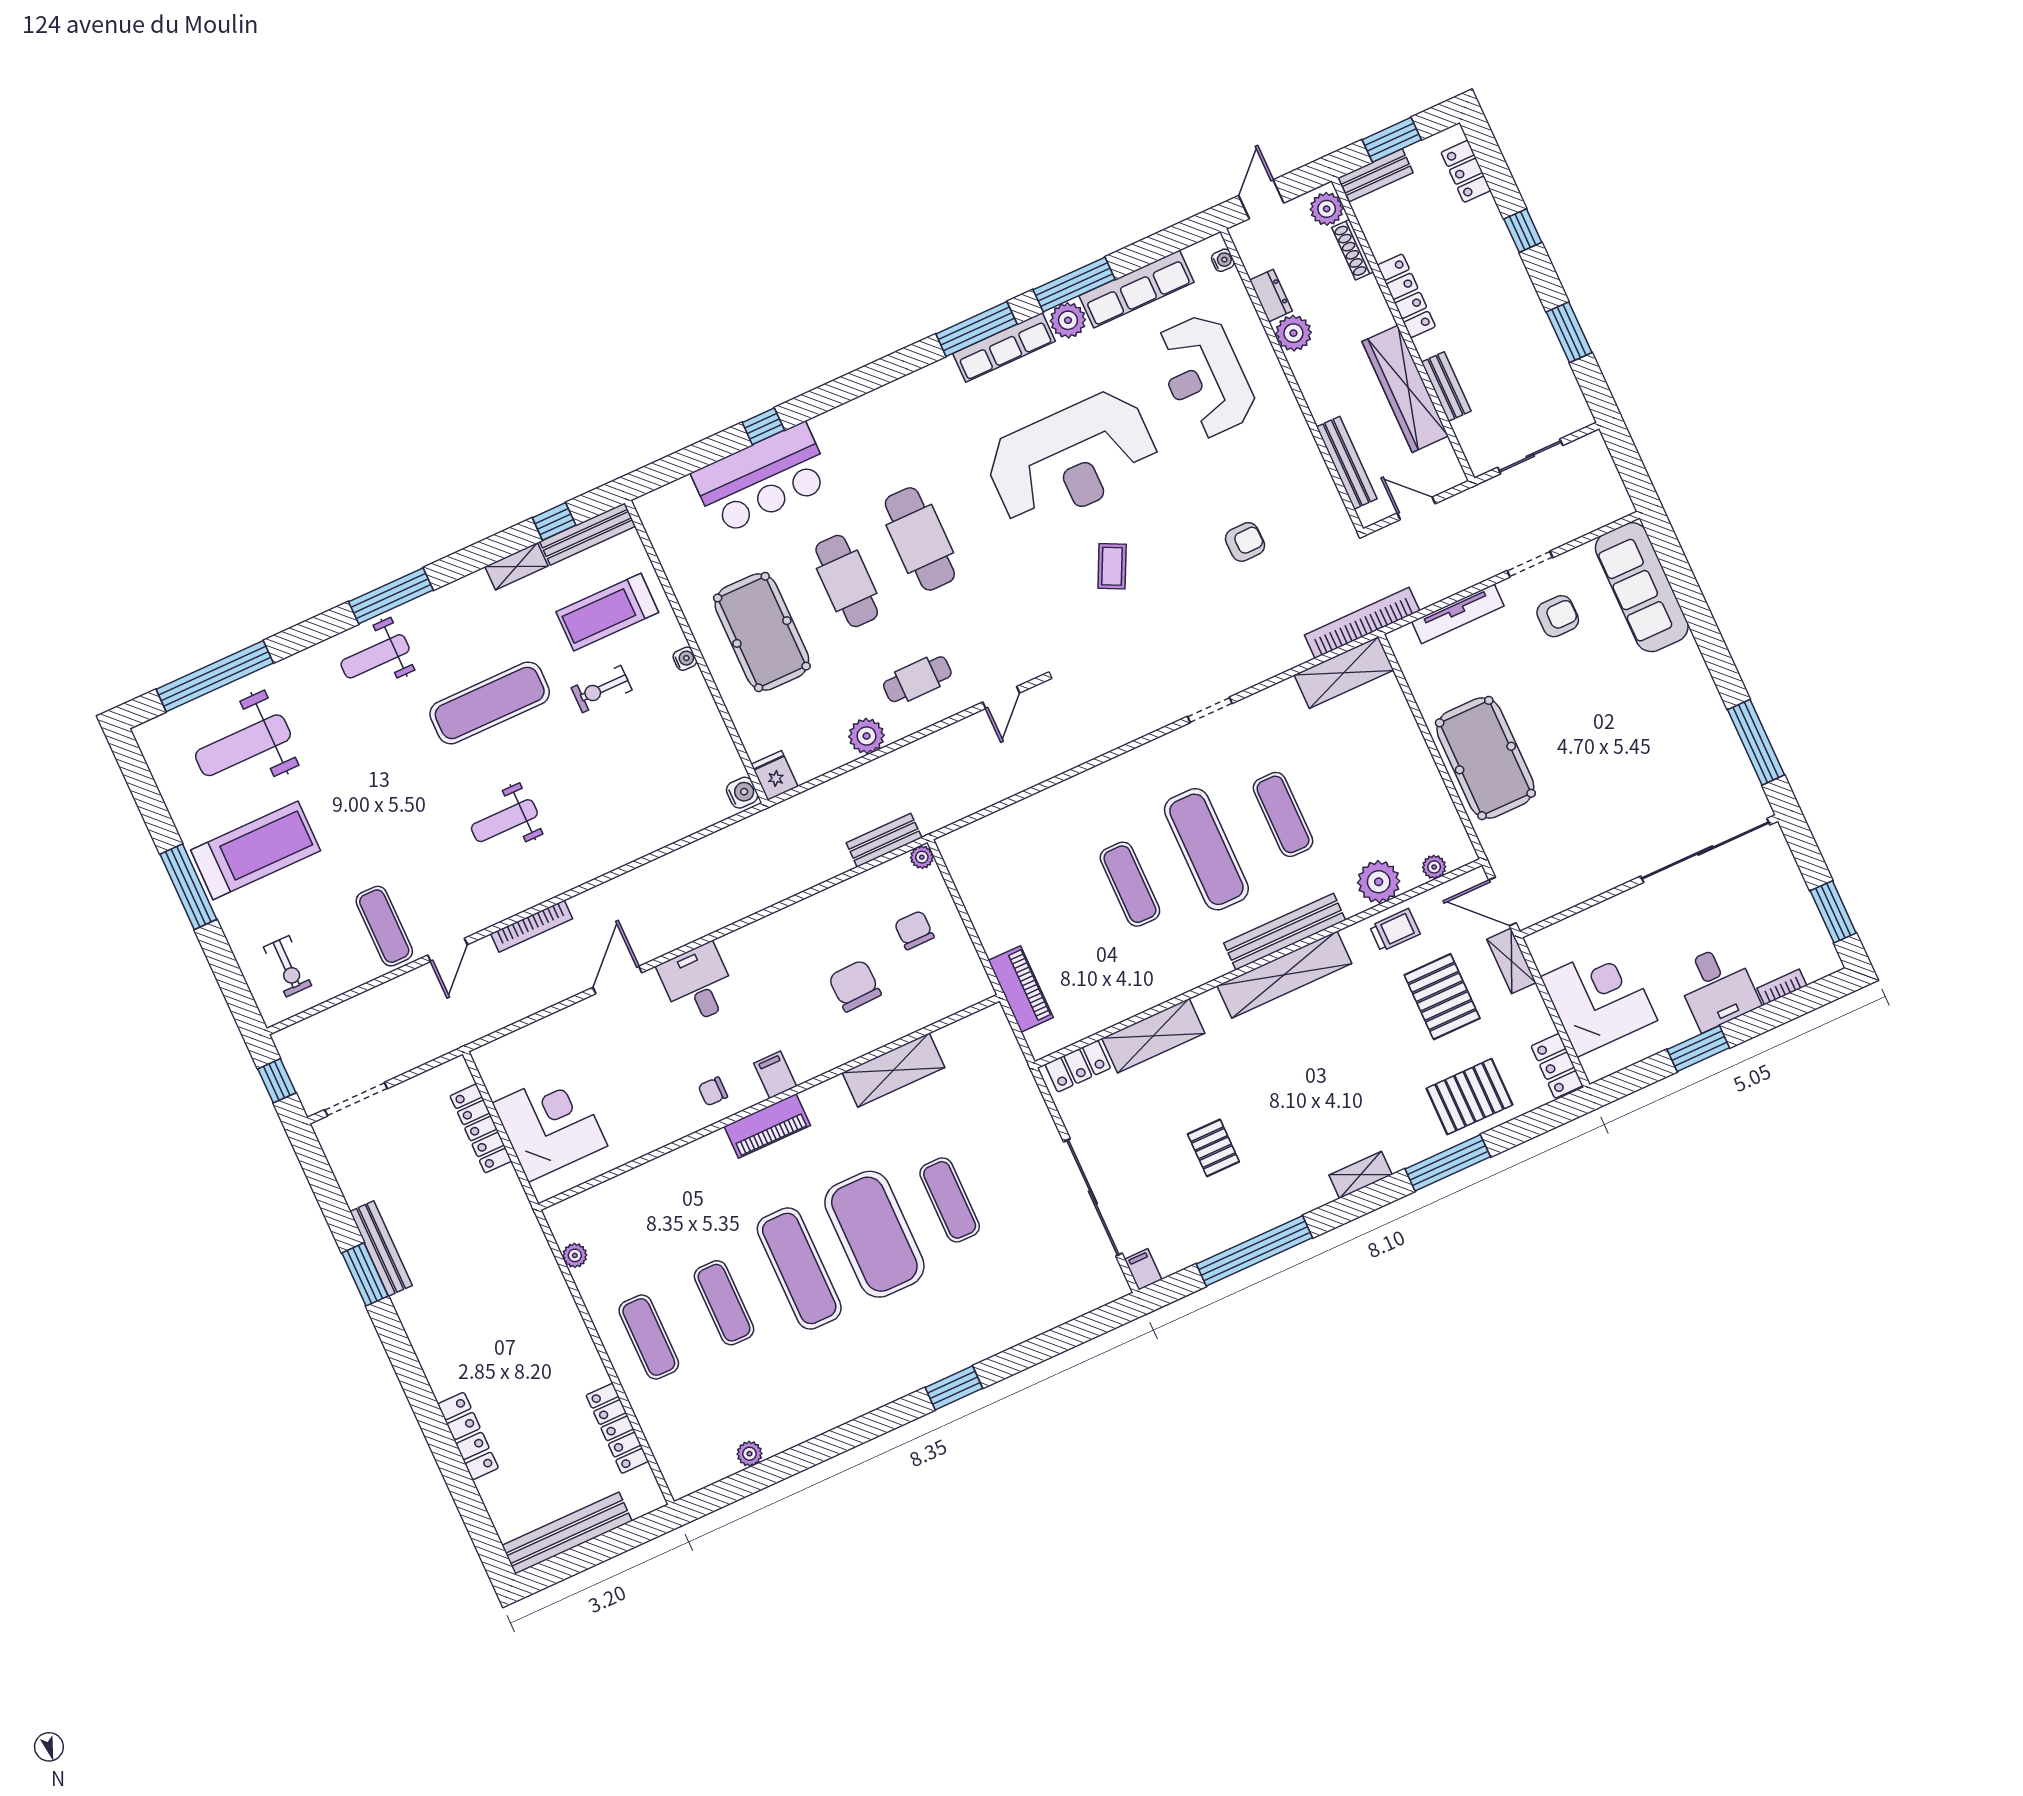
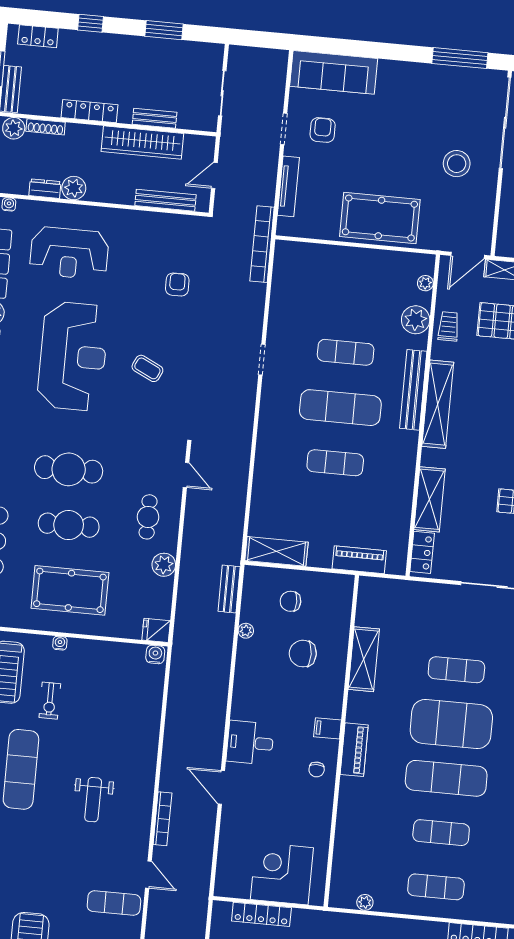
shelving: (1344, 673) -> (276, 551), moved, turned 90
stool: (1615, 818) -> (457, 164), added
plant: (922, 857) -> (246, 631), moved

